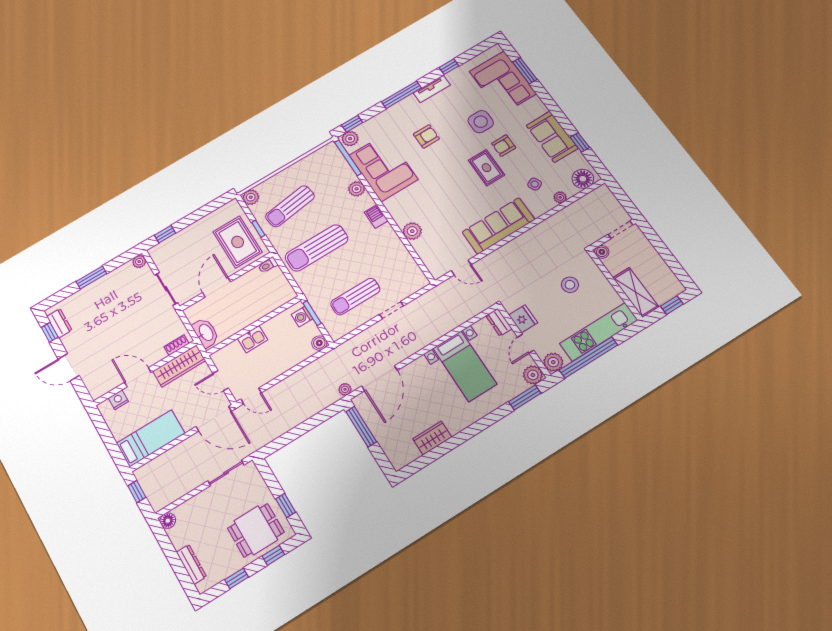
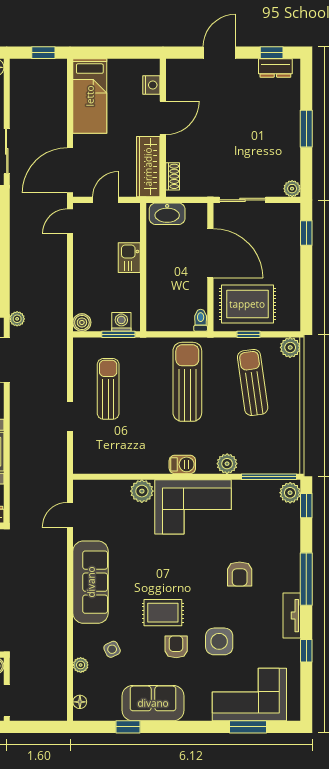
corner sofa: (383, 167) -> (193, 507), moved
floor lamp: (583, 179) -> (80, 702), width x0.53, depth x0.53
door: (217, 287) -> (210, 253), width x1.36

